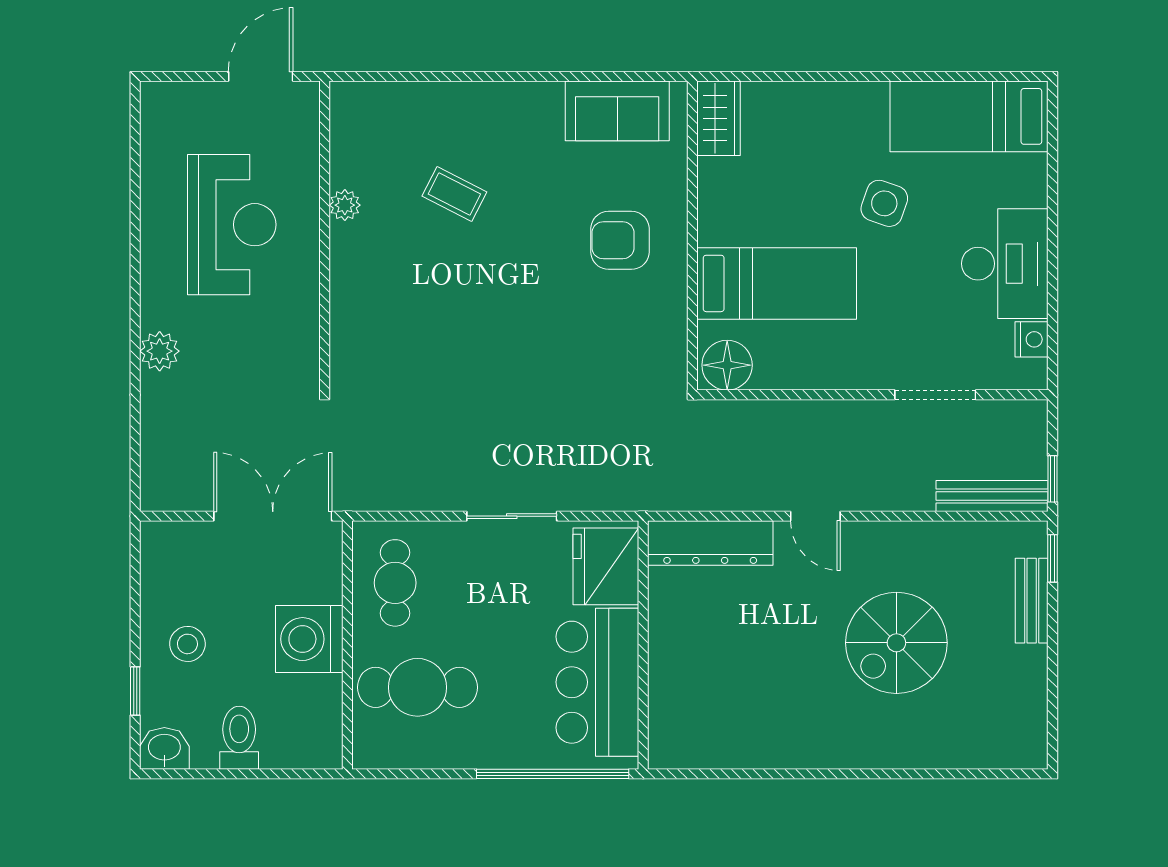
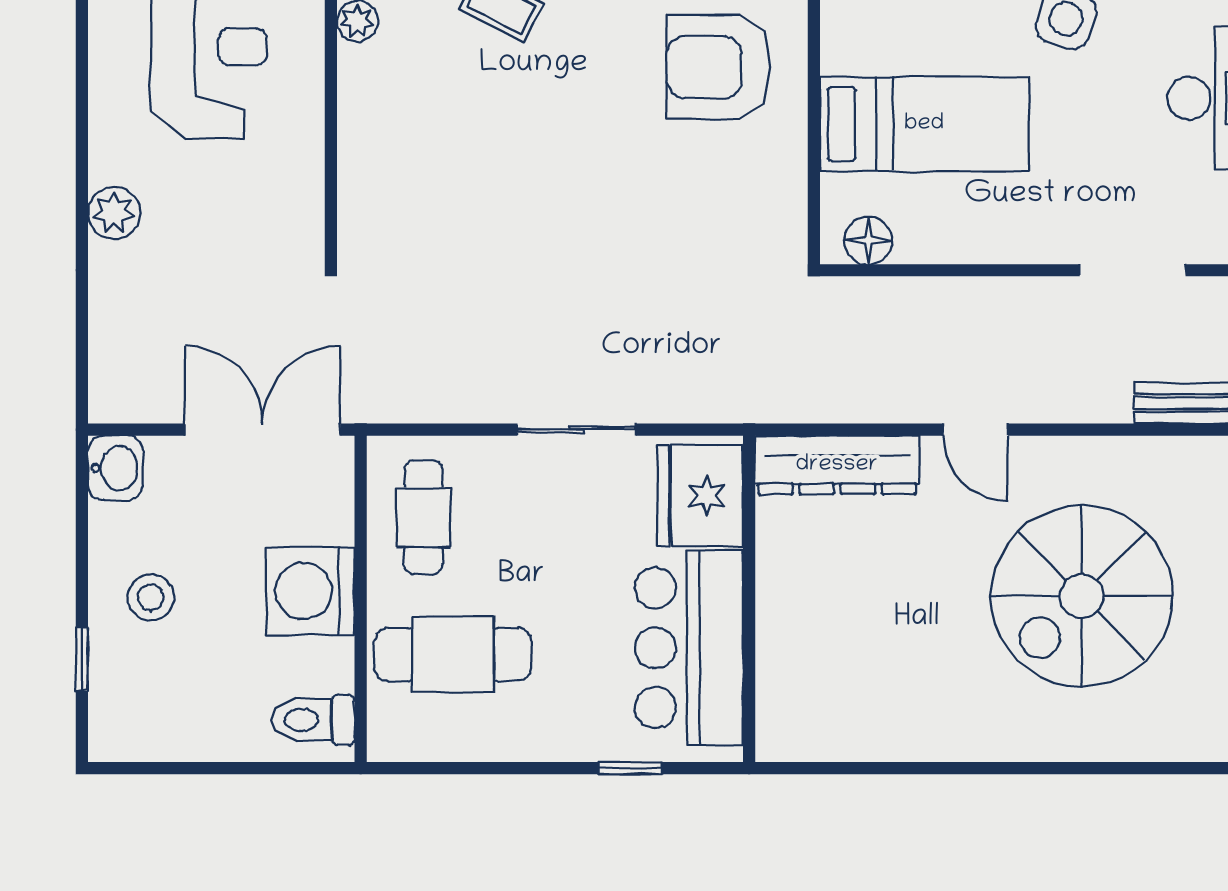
armchair: (620, 240) -> (719, 67), width x1.36, depth x1.36
floor lamp: (727, 365) -> (868, 240), width x0.73, depth x0.73
spiral stairs: (896, 643) -> (1082, 596), width x1.37, depth x1.37
toilet: (239, 738) -> (313, 720), moved, turned -90
washbasin: (164, 748) -> (115, 468), moved, turned 90
window: (553, 774) -> (630, 768), width x0.32

